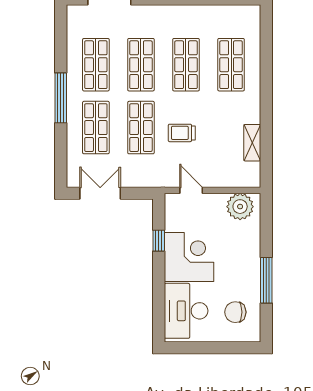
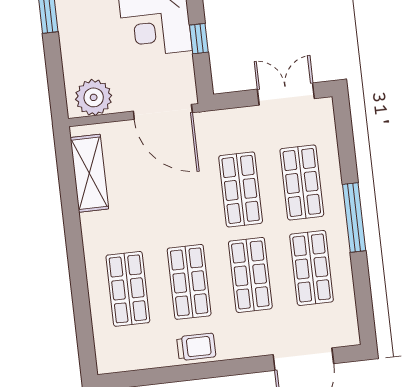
trolley: (182, 133) -> (196, 347), moved
shelving: (252, 143) -> (89, 173), width x1.50, depth x1.33
door: (191, 190) -> (163, 112), width x1.87
double door: (100, 193) -> (286, 94), swing flipped

